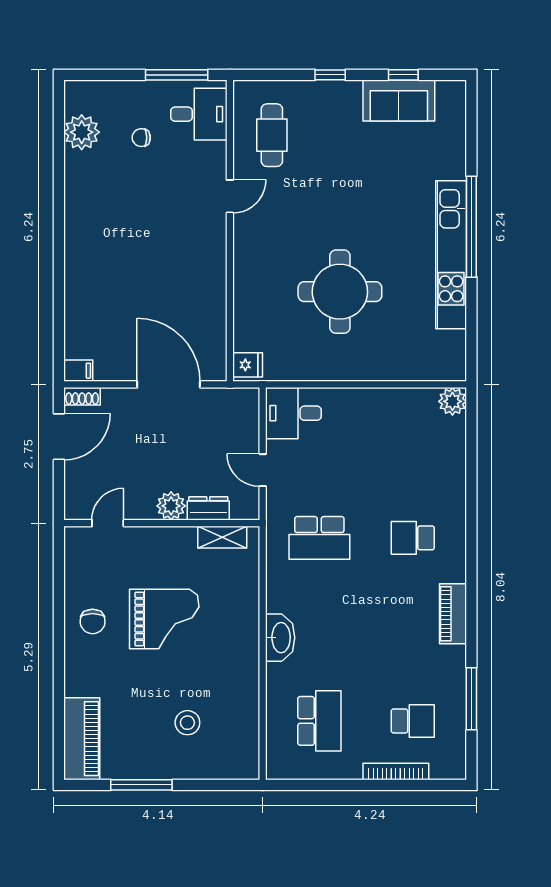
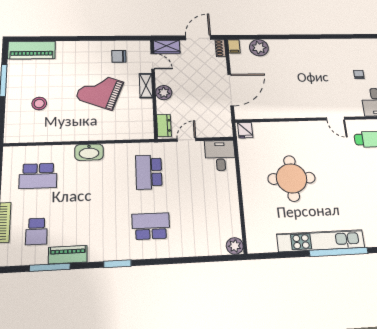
plant: (82, 132) -> (259, 48), moved
door: (59, 437) -> (198, 38), swing flipped
wardrobe: (78, 496) -> (167, 47), added
dresser: (208, 508) -> (164, 126), moved
shelving: (222, 537) -> (146, 86), moved
school desk: (413, 538) -> (151, 226), width x1.85
window: (471, 593) -> (117, 264), added
piano: (453, 614) -> (68, 255), moved
grand piano: (164, 619) -> (100, 90), turned 111
chair: (93, 621) -> (119, 56), moved

